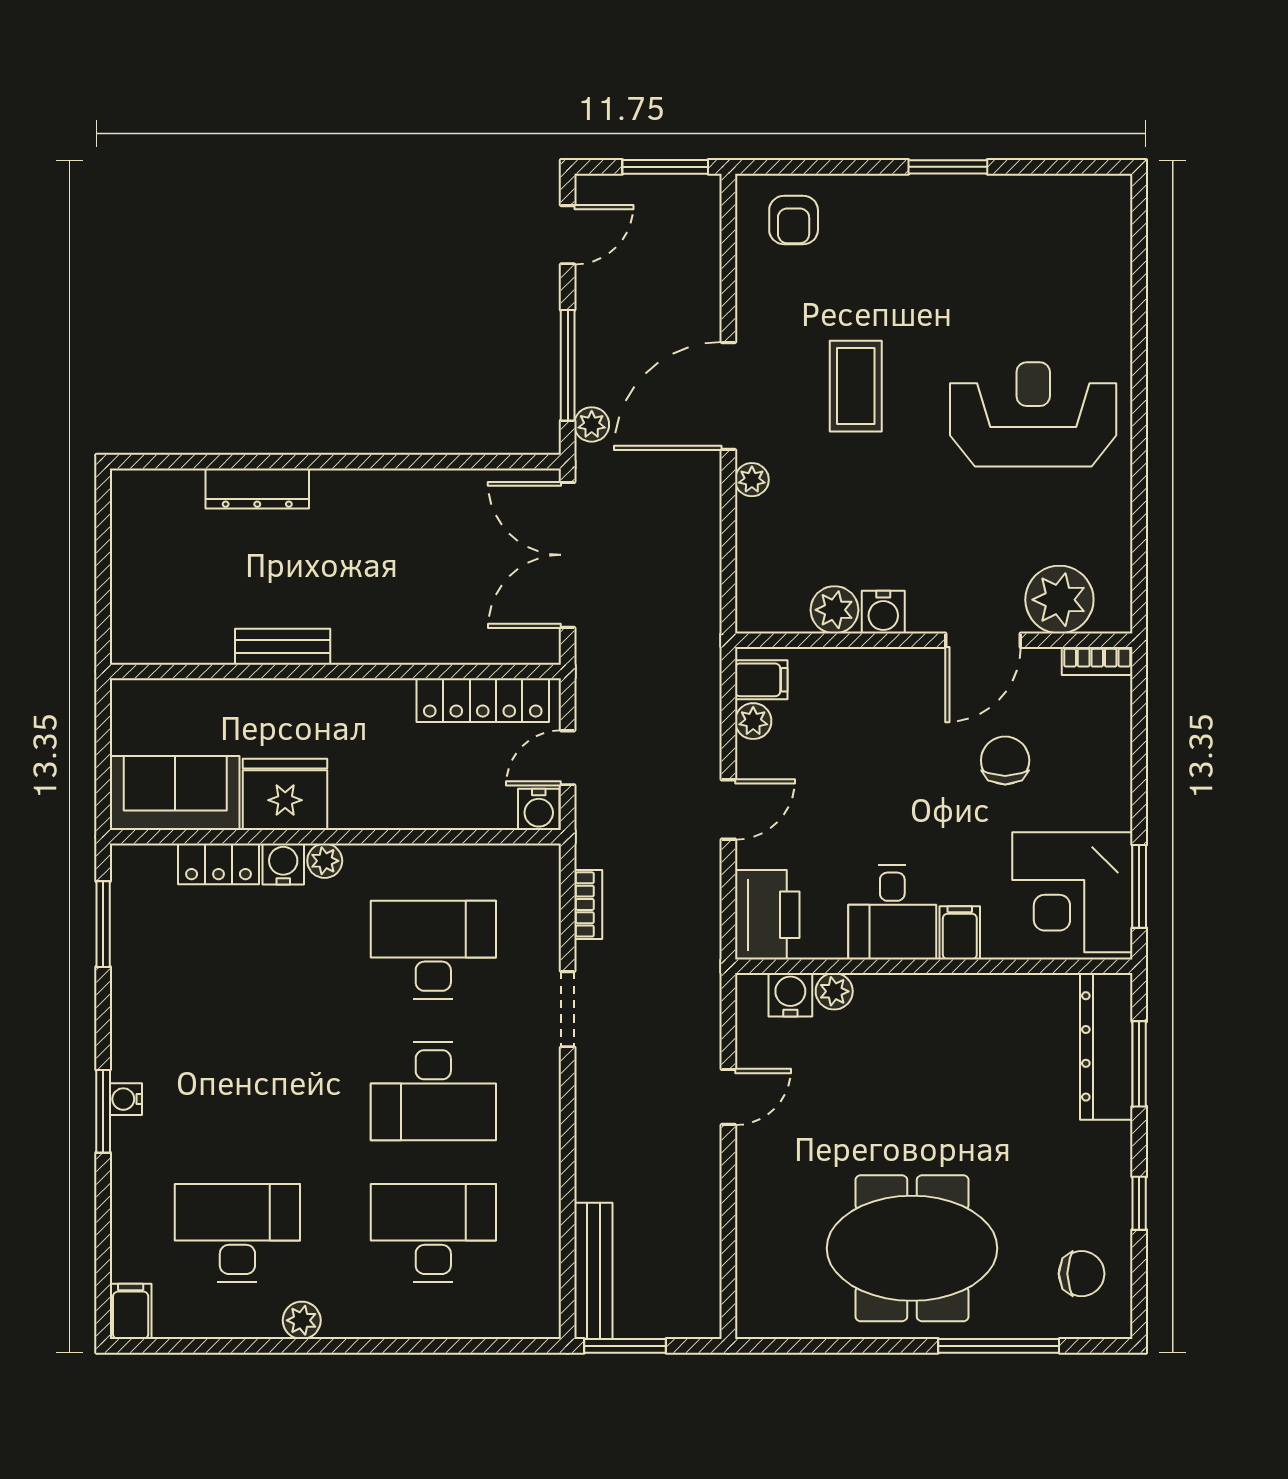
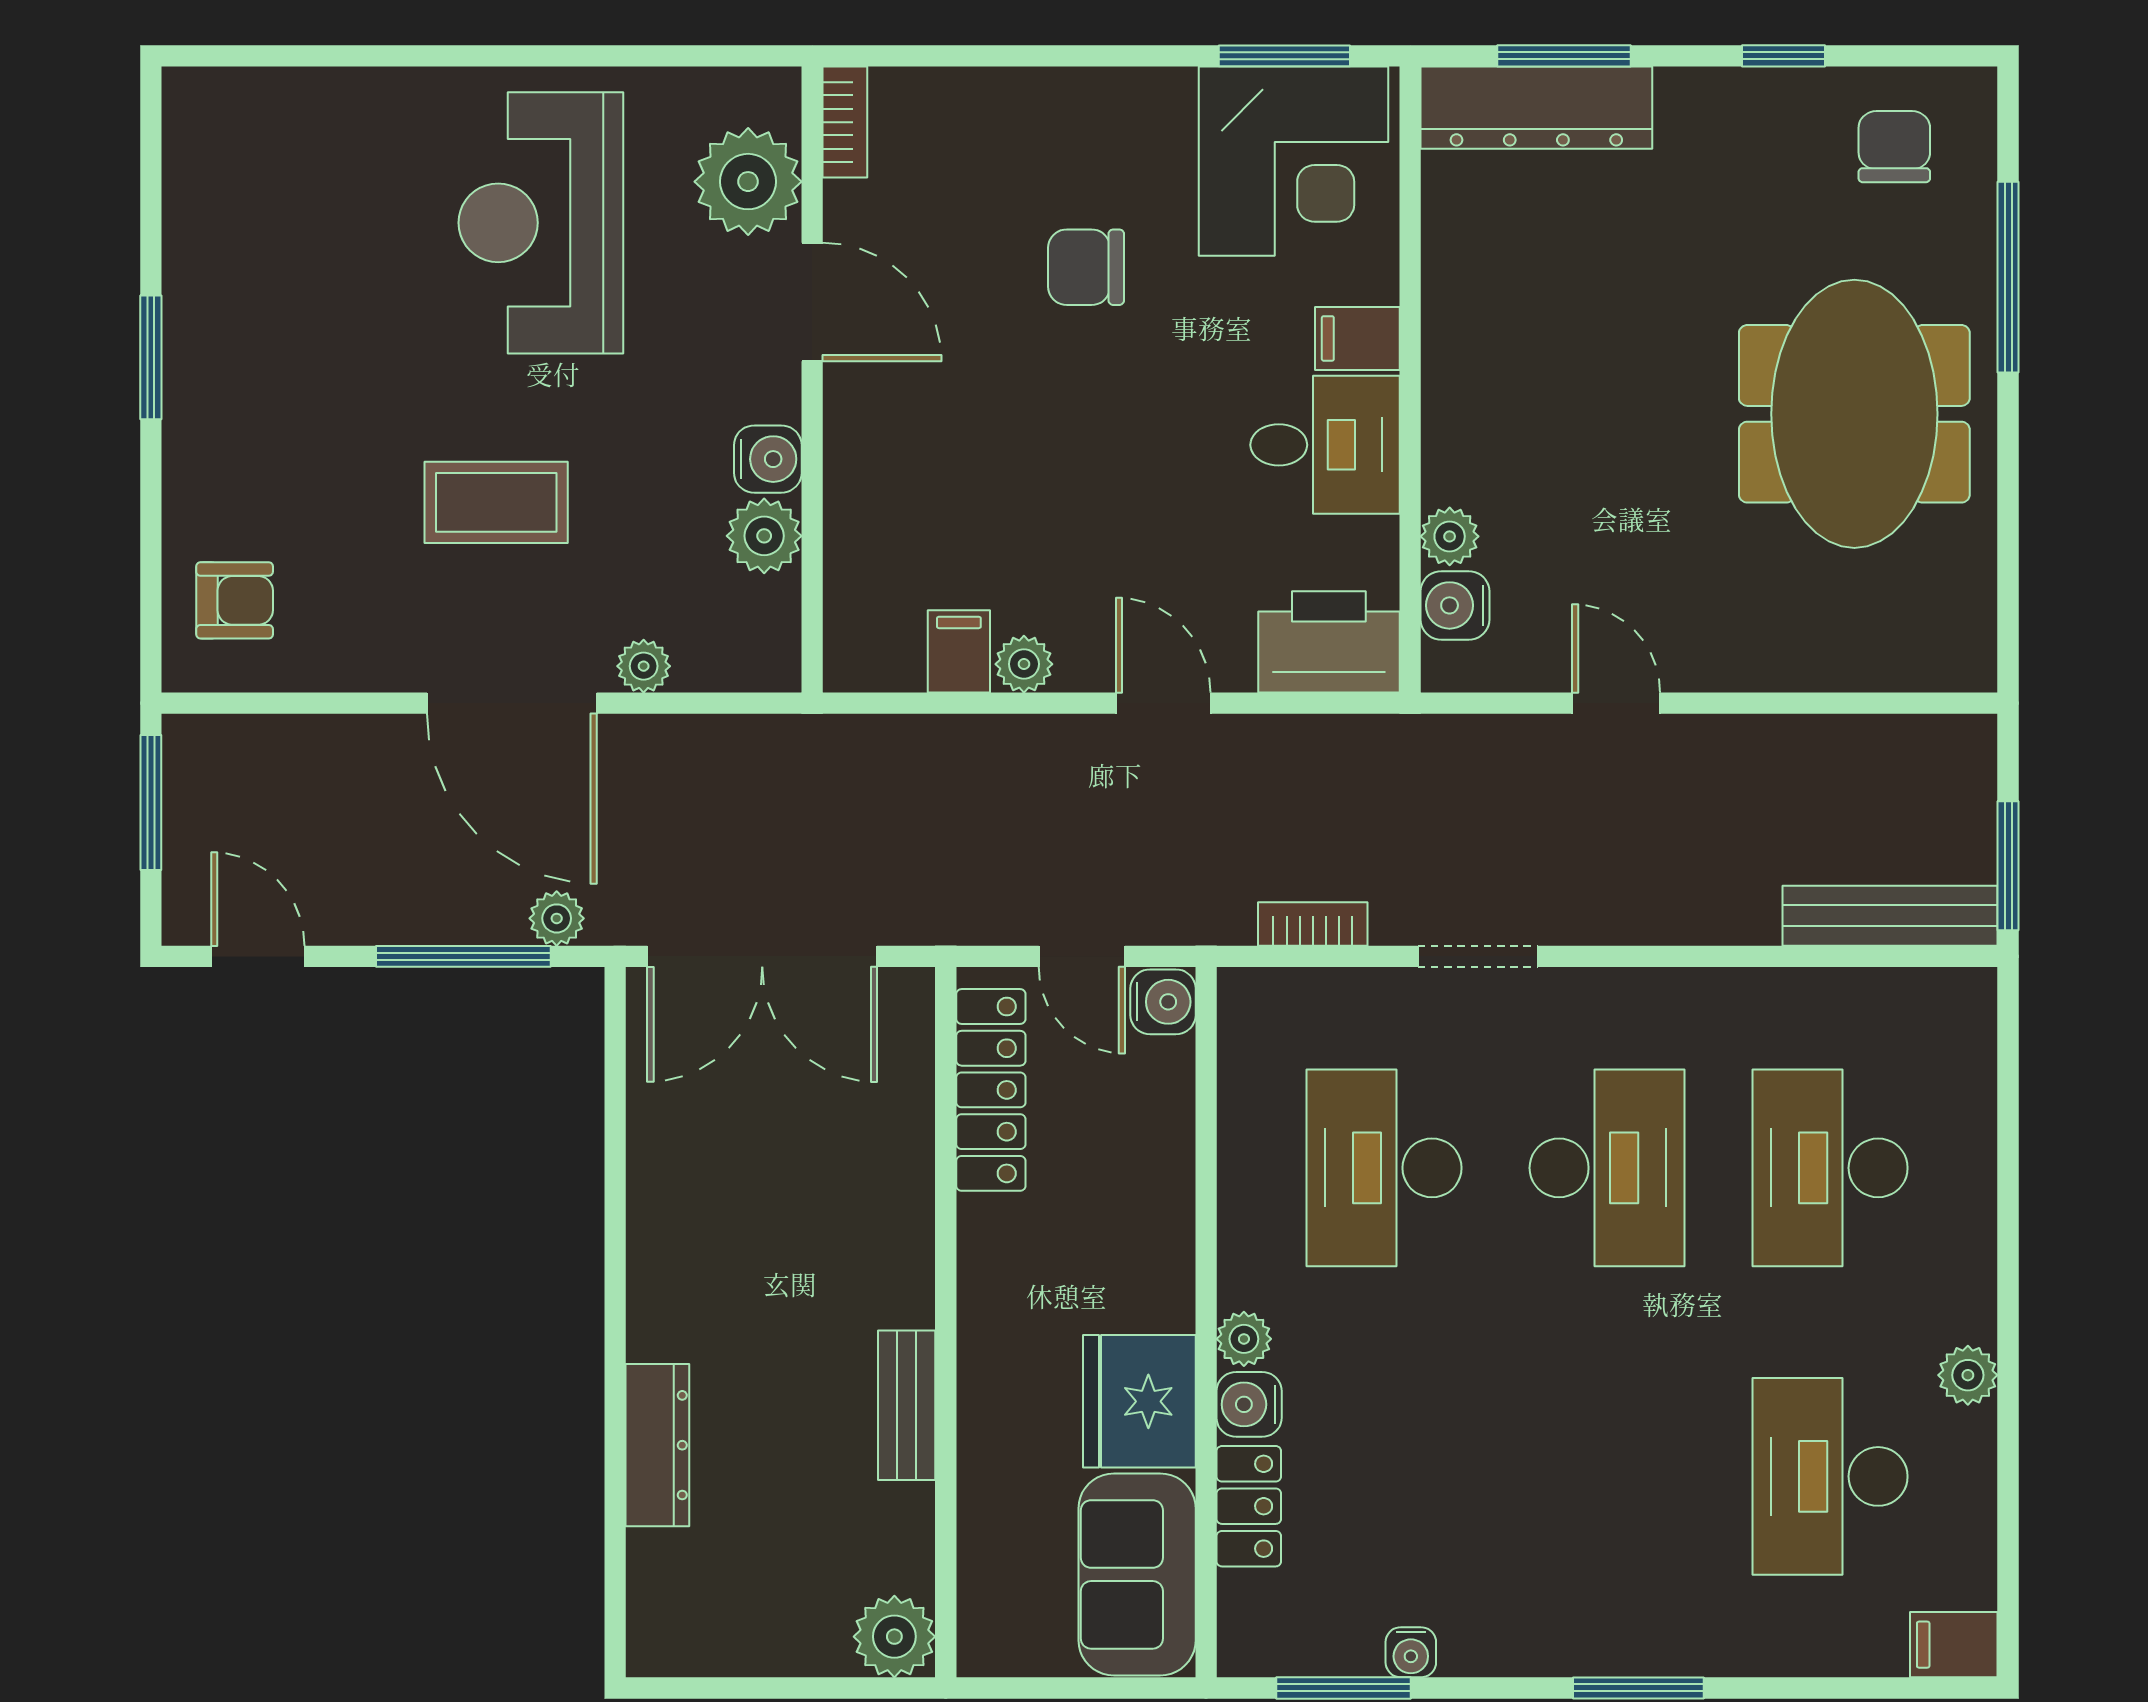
plant: (1059, 600) -> (748, 182), moved
plant: (834, 610) -> (764, 536), moved
water cooler: (883, 612) -> (768, 459), moved
plant: (136, 639) -> (894, 1637), added
wall: (934, 640) -> (812, 379), moved
door: (983, 640) -> (812, 302), moved
bookcase: (1097, 661) -> (845, 122), moved
water cooler: (126, 1099) -> (1411, 1652), moved

